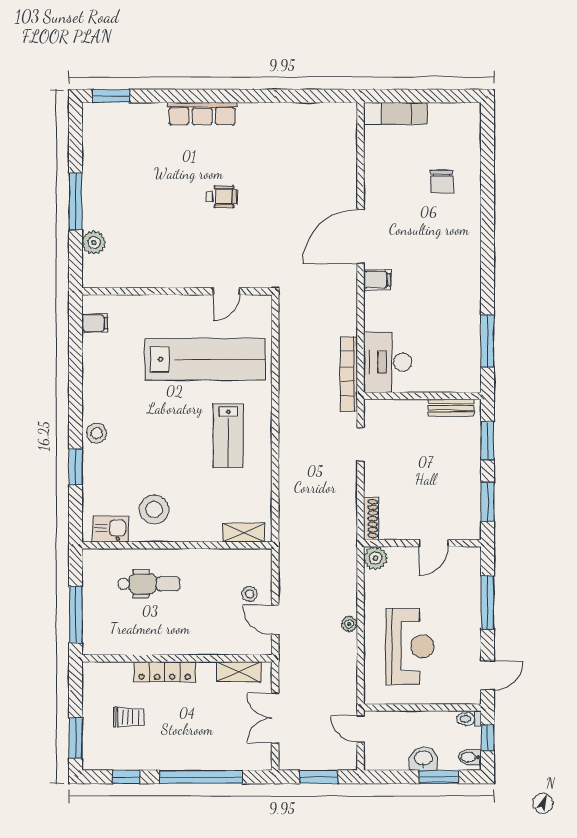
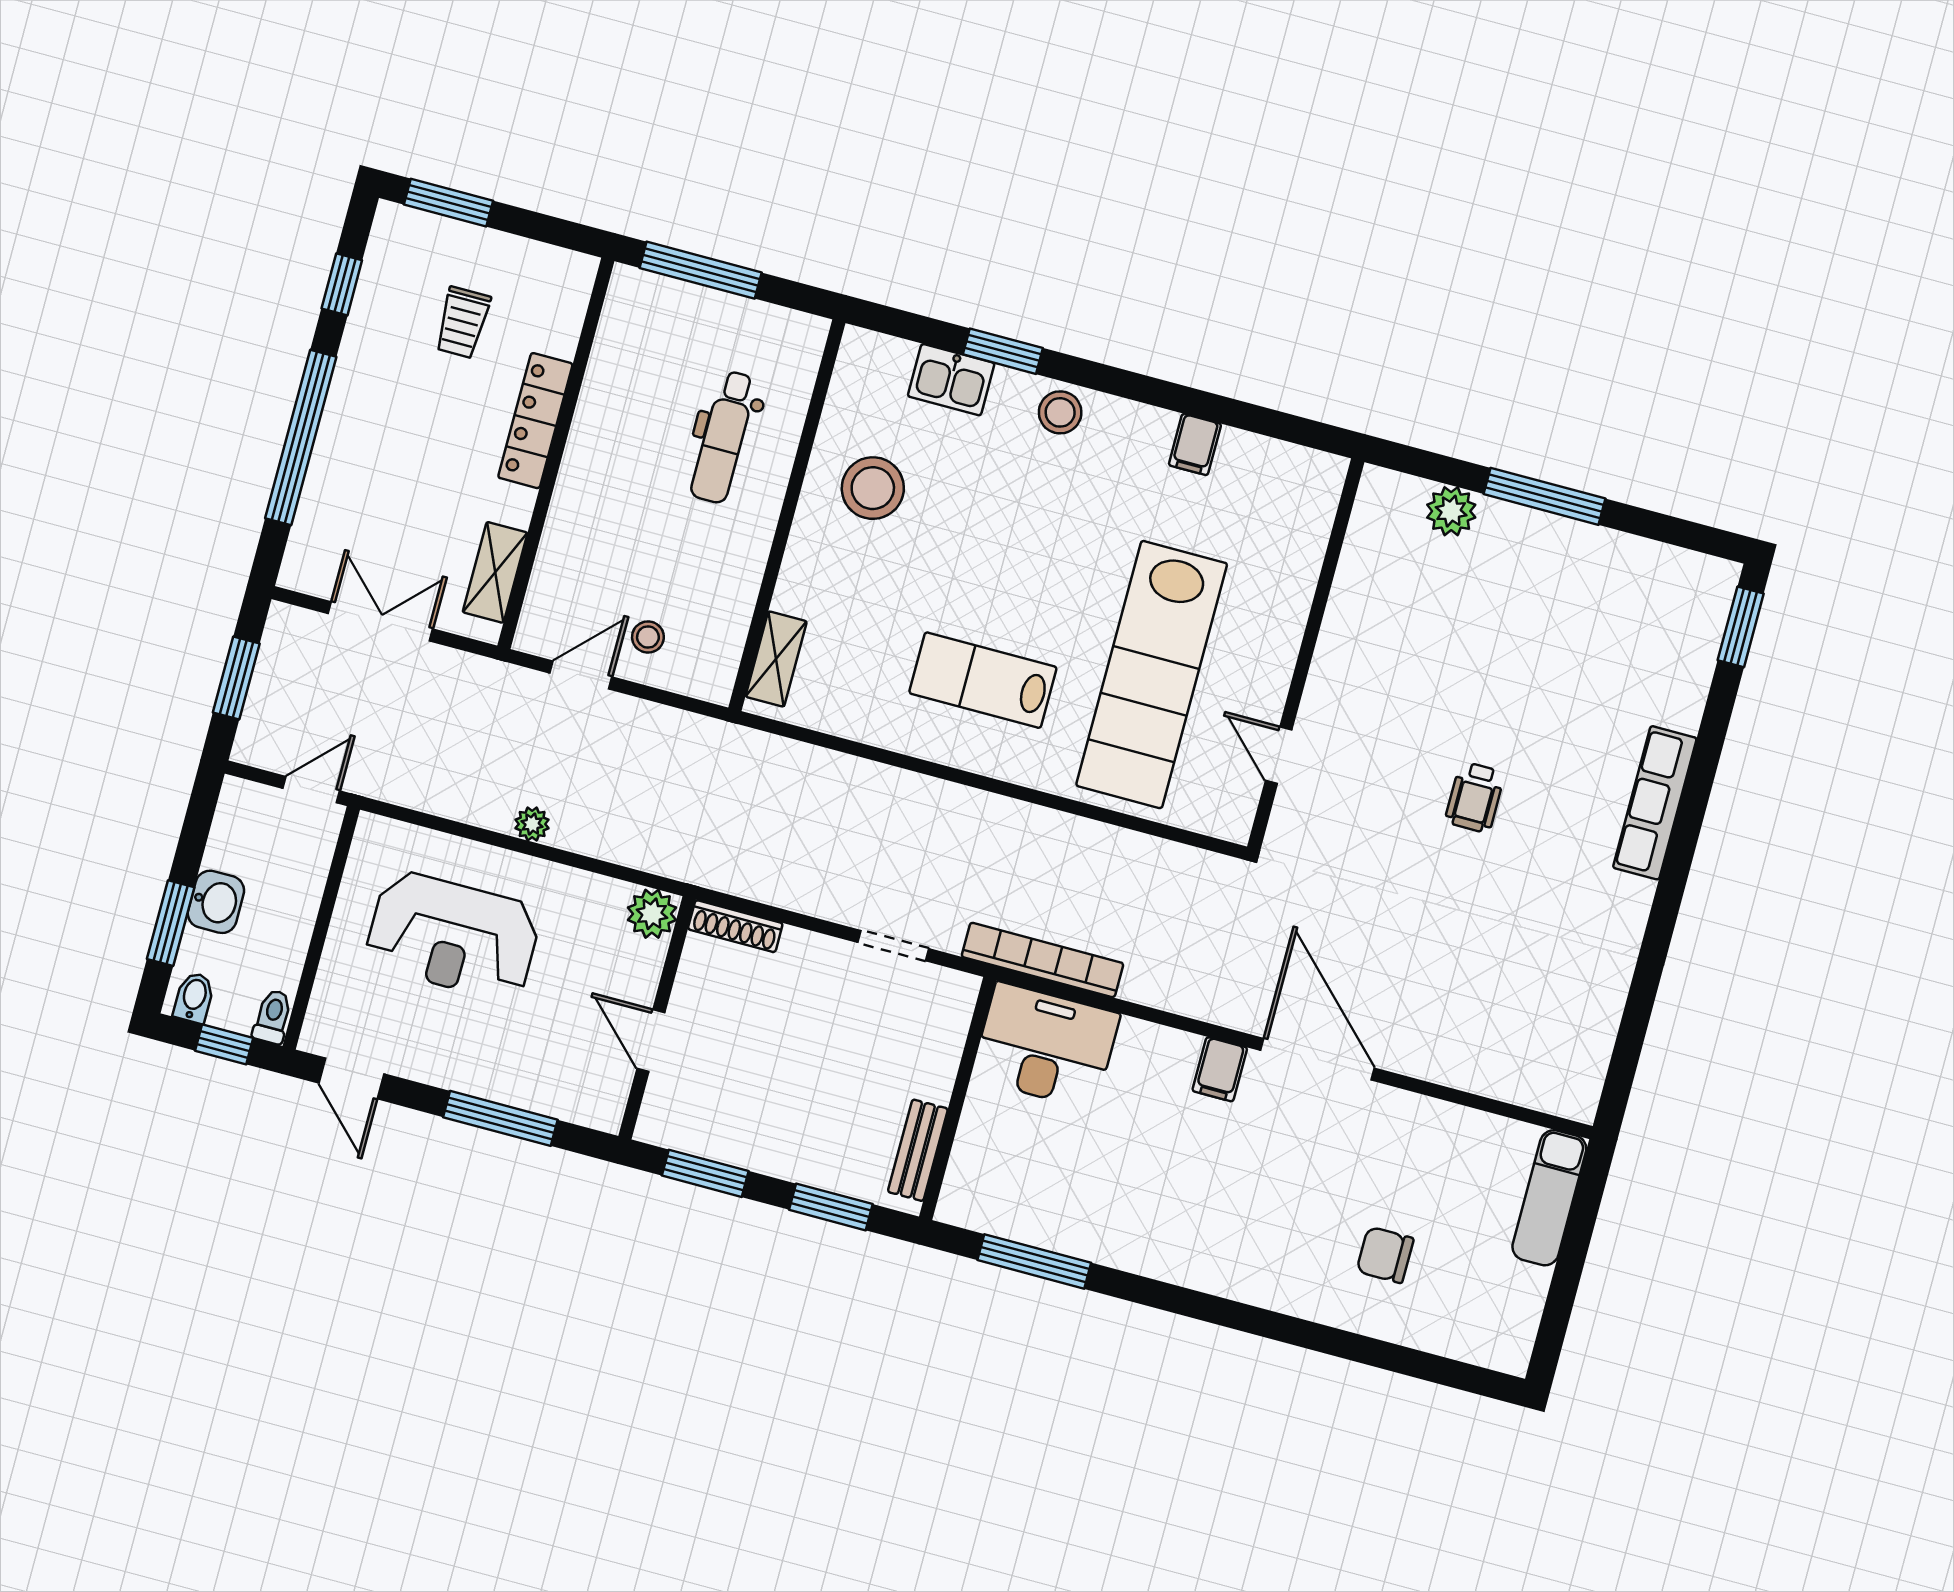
filing cabinet: (95, 323) -> (1195, 444), moved
kitchen sink: (111, 529) -> (951, 380), moved, turned 90

